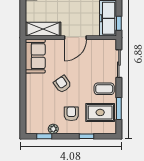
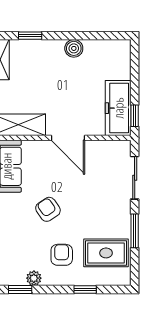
door: (75, 38) -> (68, 138), hinge flipped
coffee table: (104, 89) -> (112, 217), removed
window: (119, 109) -> (135, 231), moved

